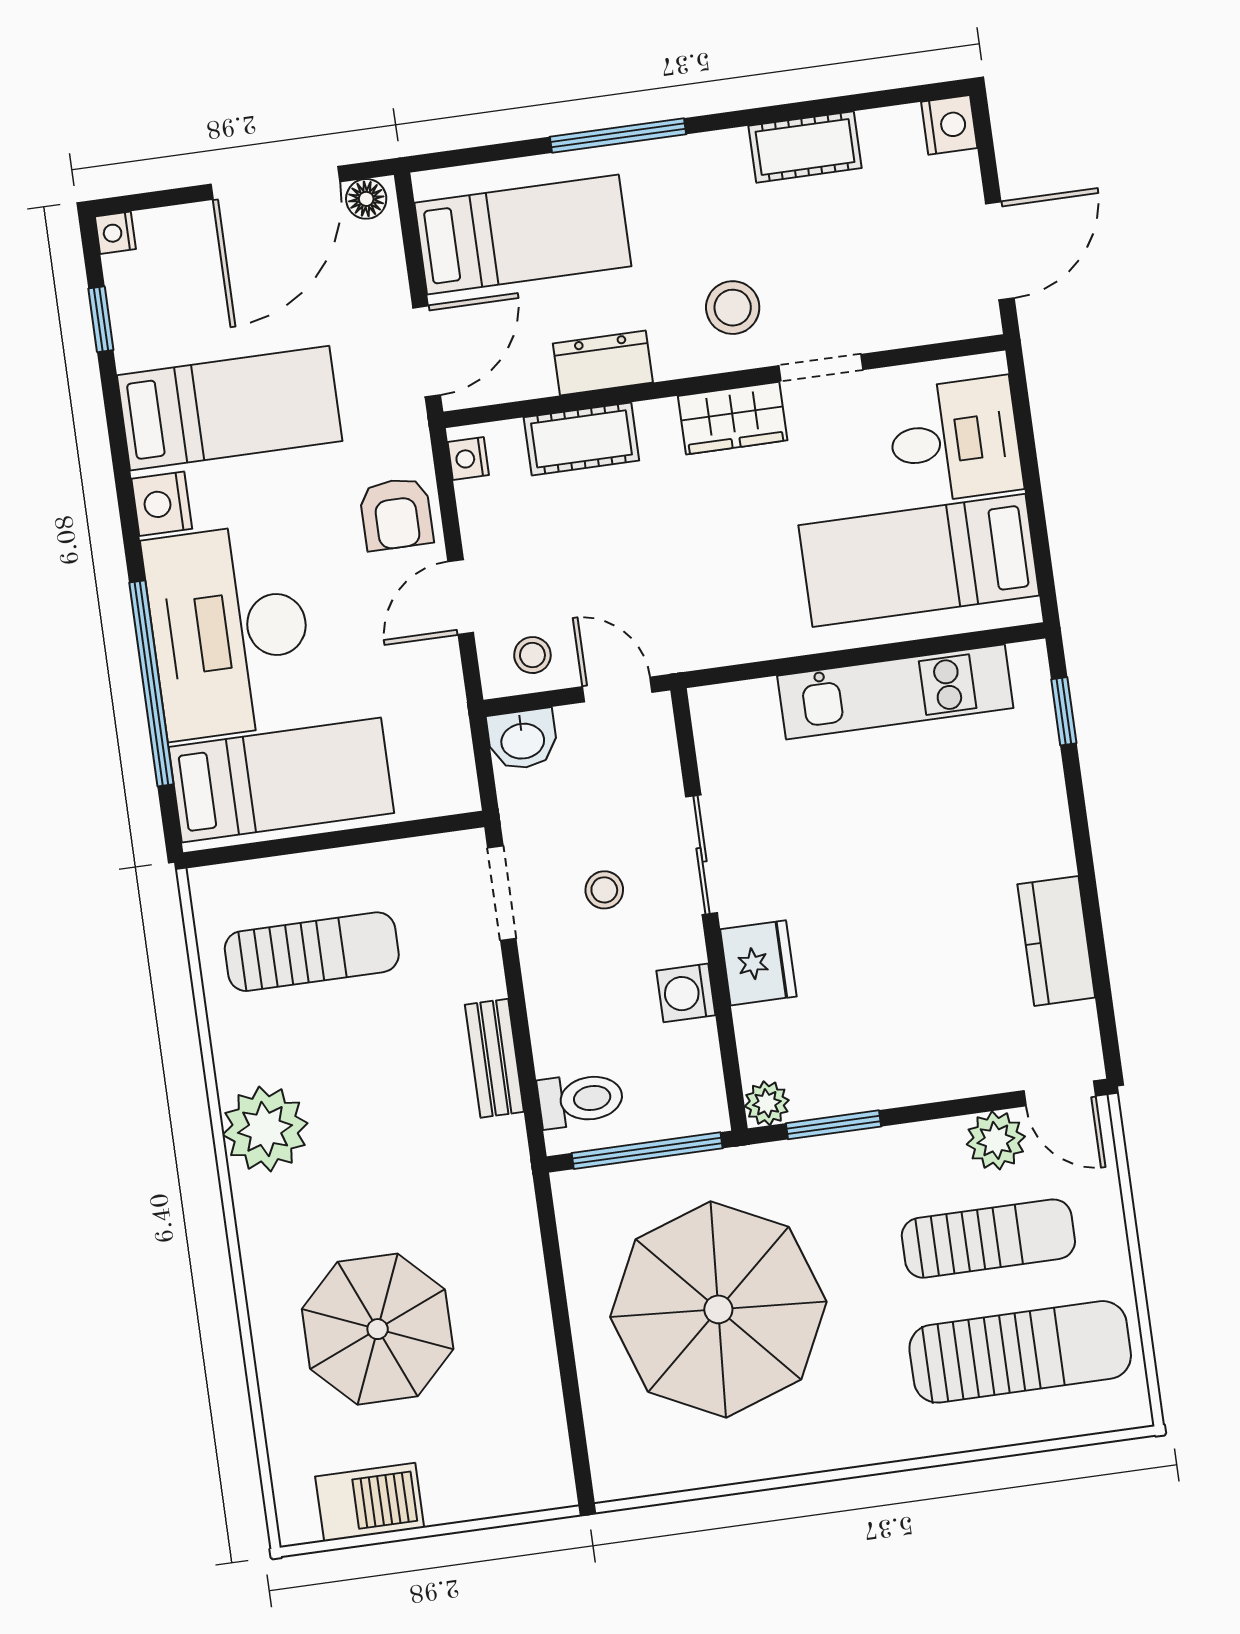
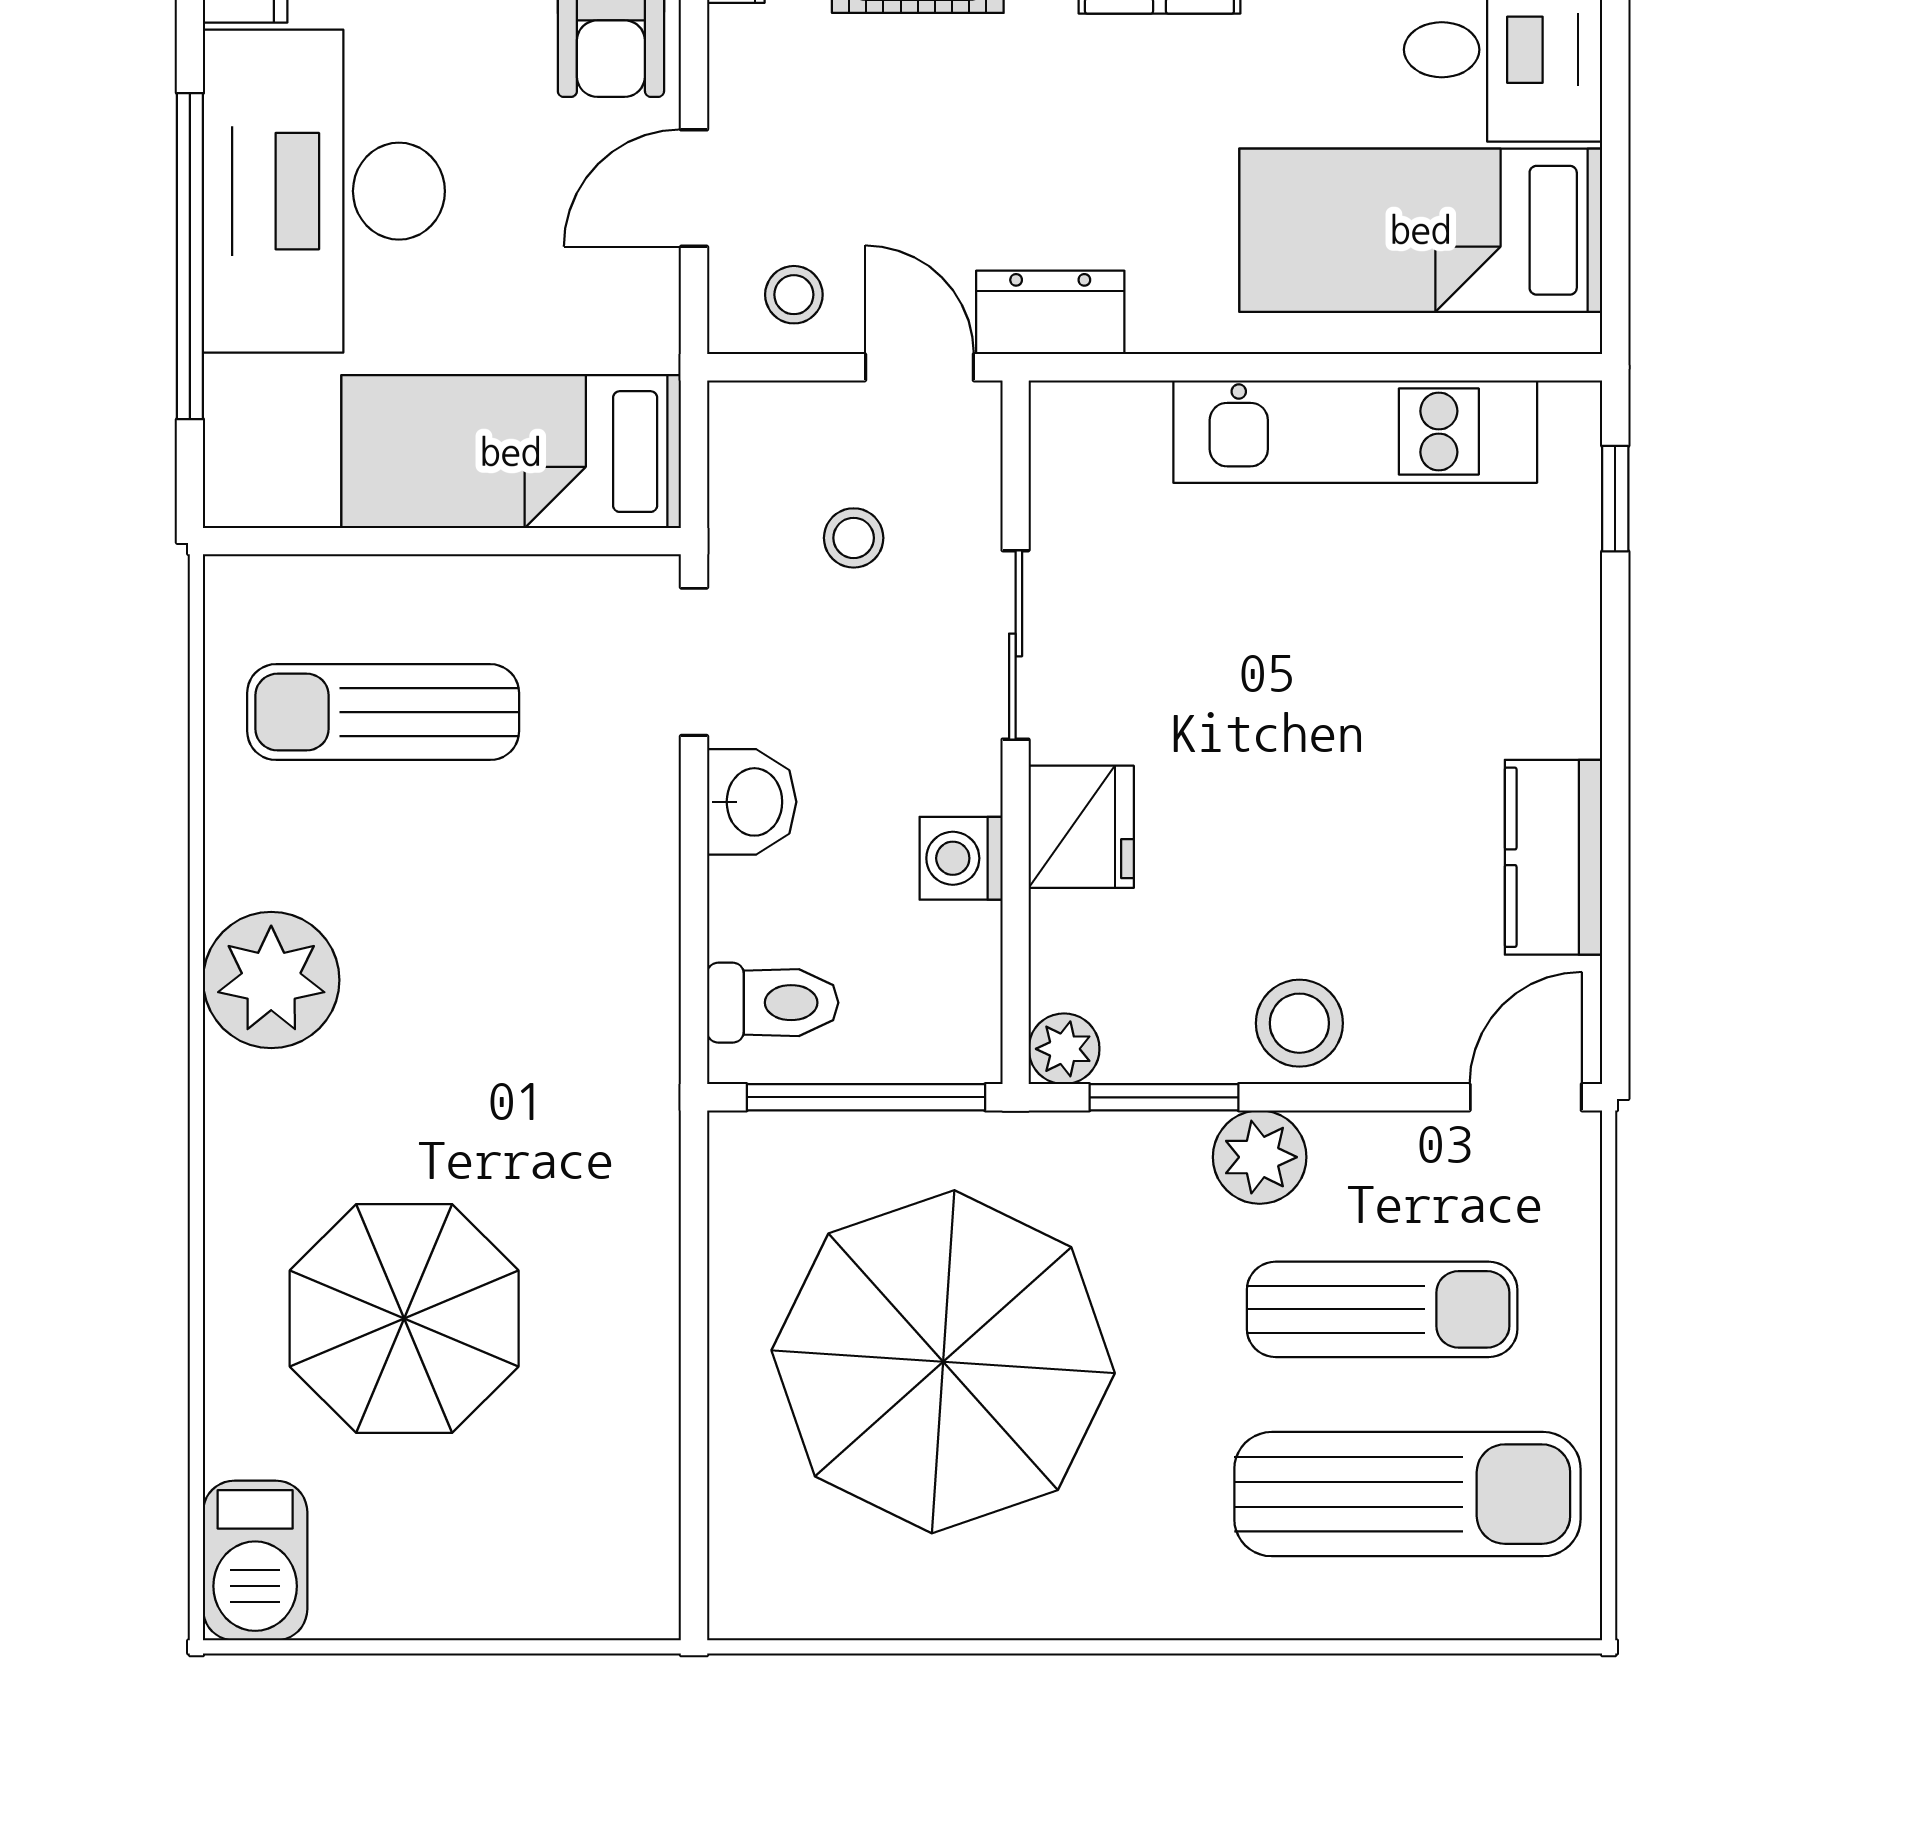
dresser: (694, 644) -> (1050, 312), added
washbasin: (522, 739) -> (752, 802), moved, turned -90
bed: (281, 780) -> (511, 452), moved, turned 180
stool: (604, 890) -> (854, 538), moved
sun lounger: (312, 952) -> (383, 712), turned 180
bench: (494, 1058) -> (646, 919), removed
stool: (912, 1067) -> (1299, 1023), added
door: (1060, 1093) -> (1526, 1097), swing flipped
plant: (996, 1140) -> (1260, 1157), moved
barbecue: (370, 1502) -> (255, 1561), moved, turned 90

